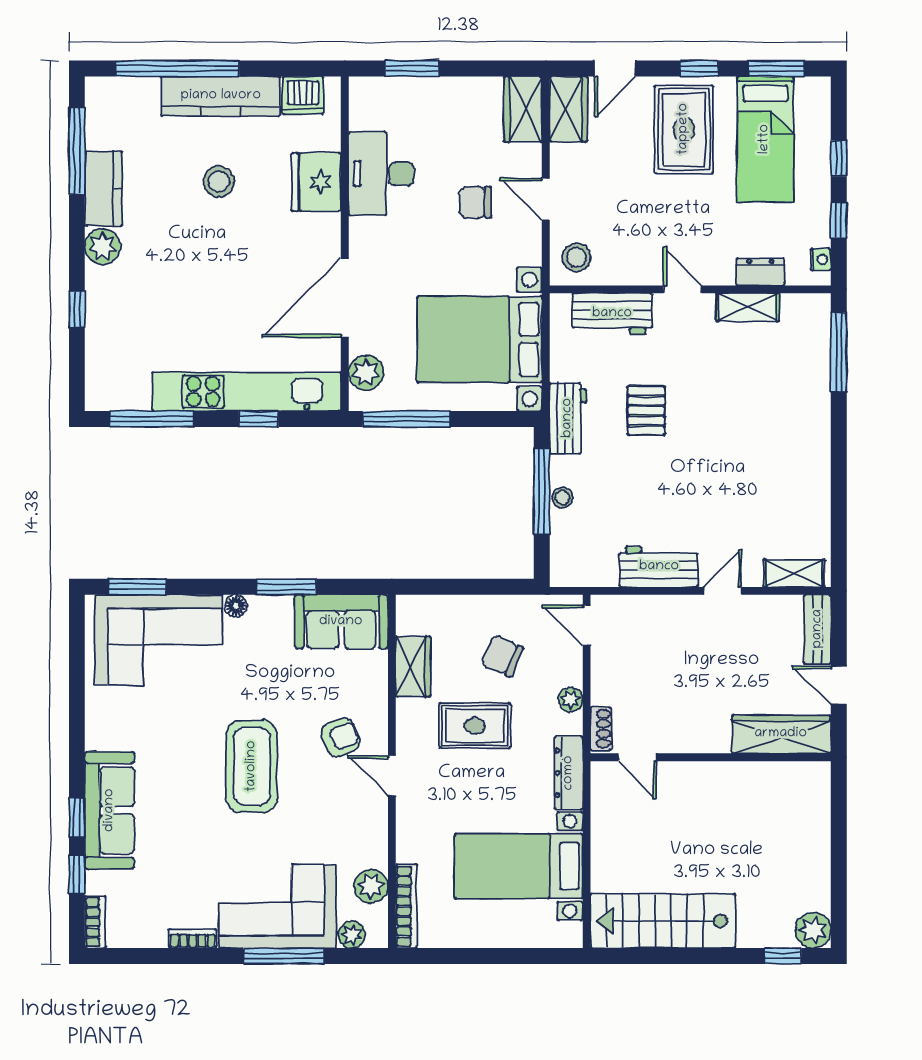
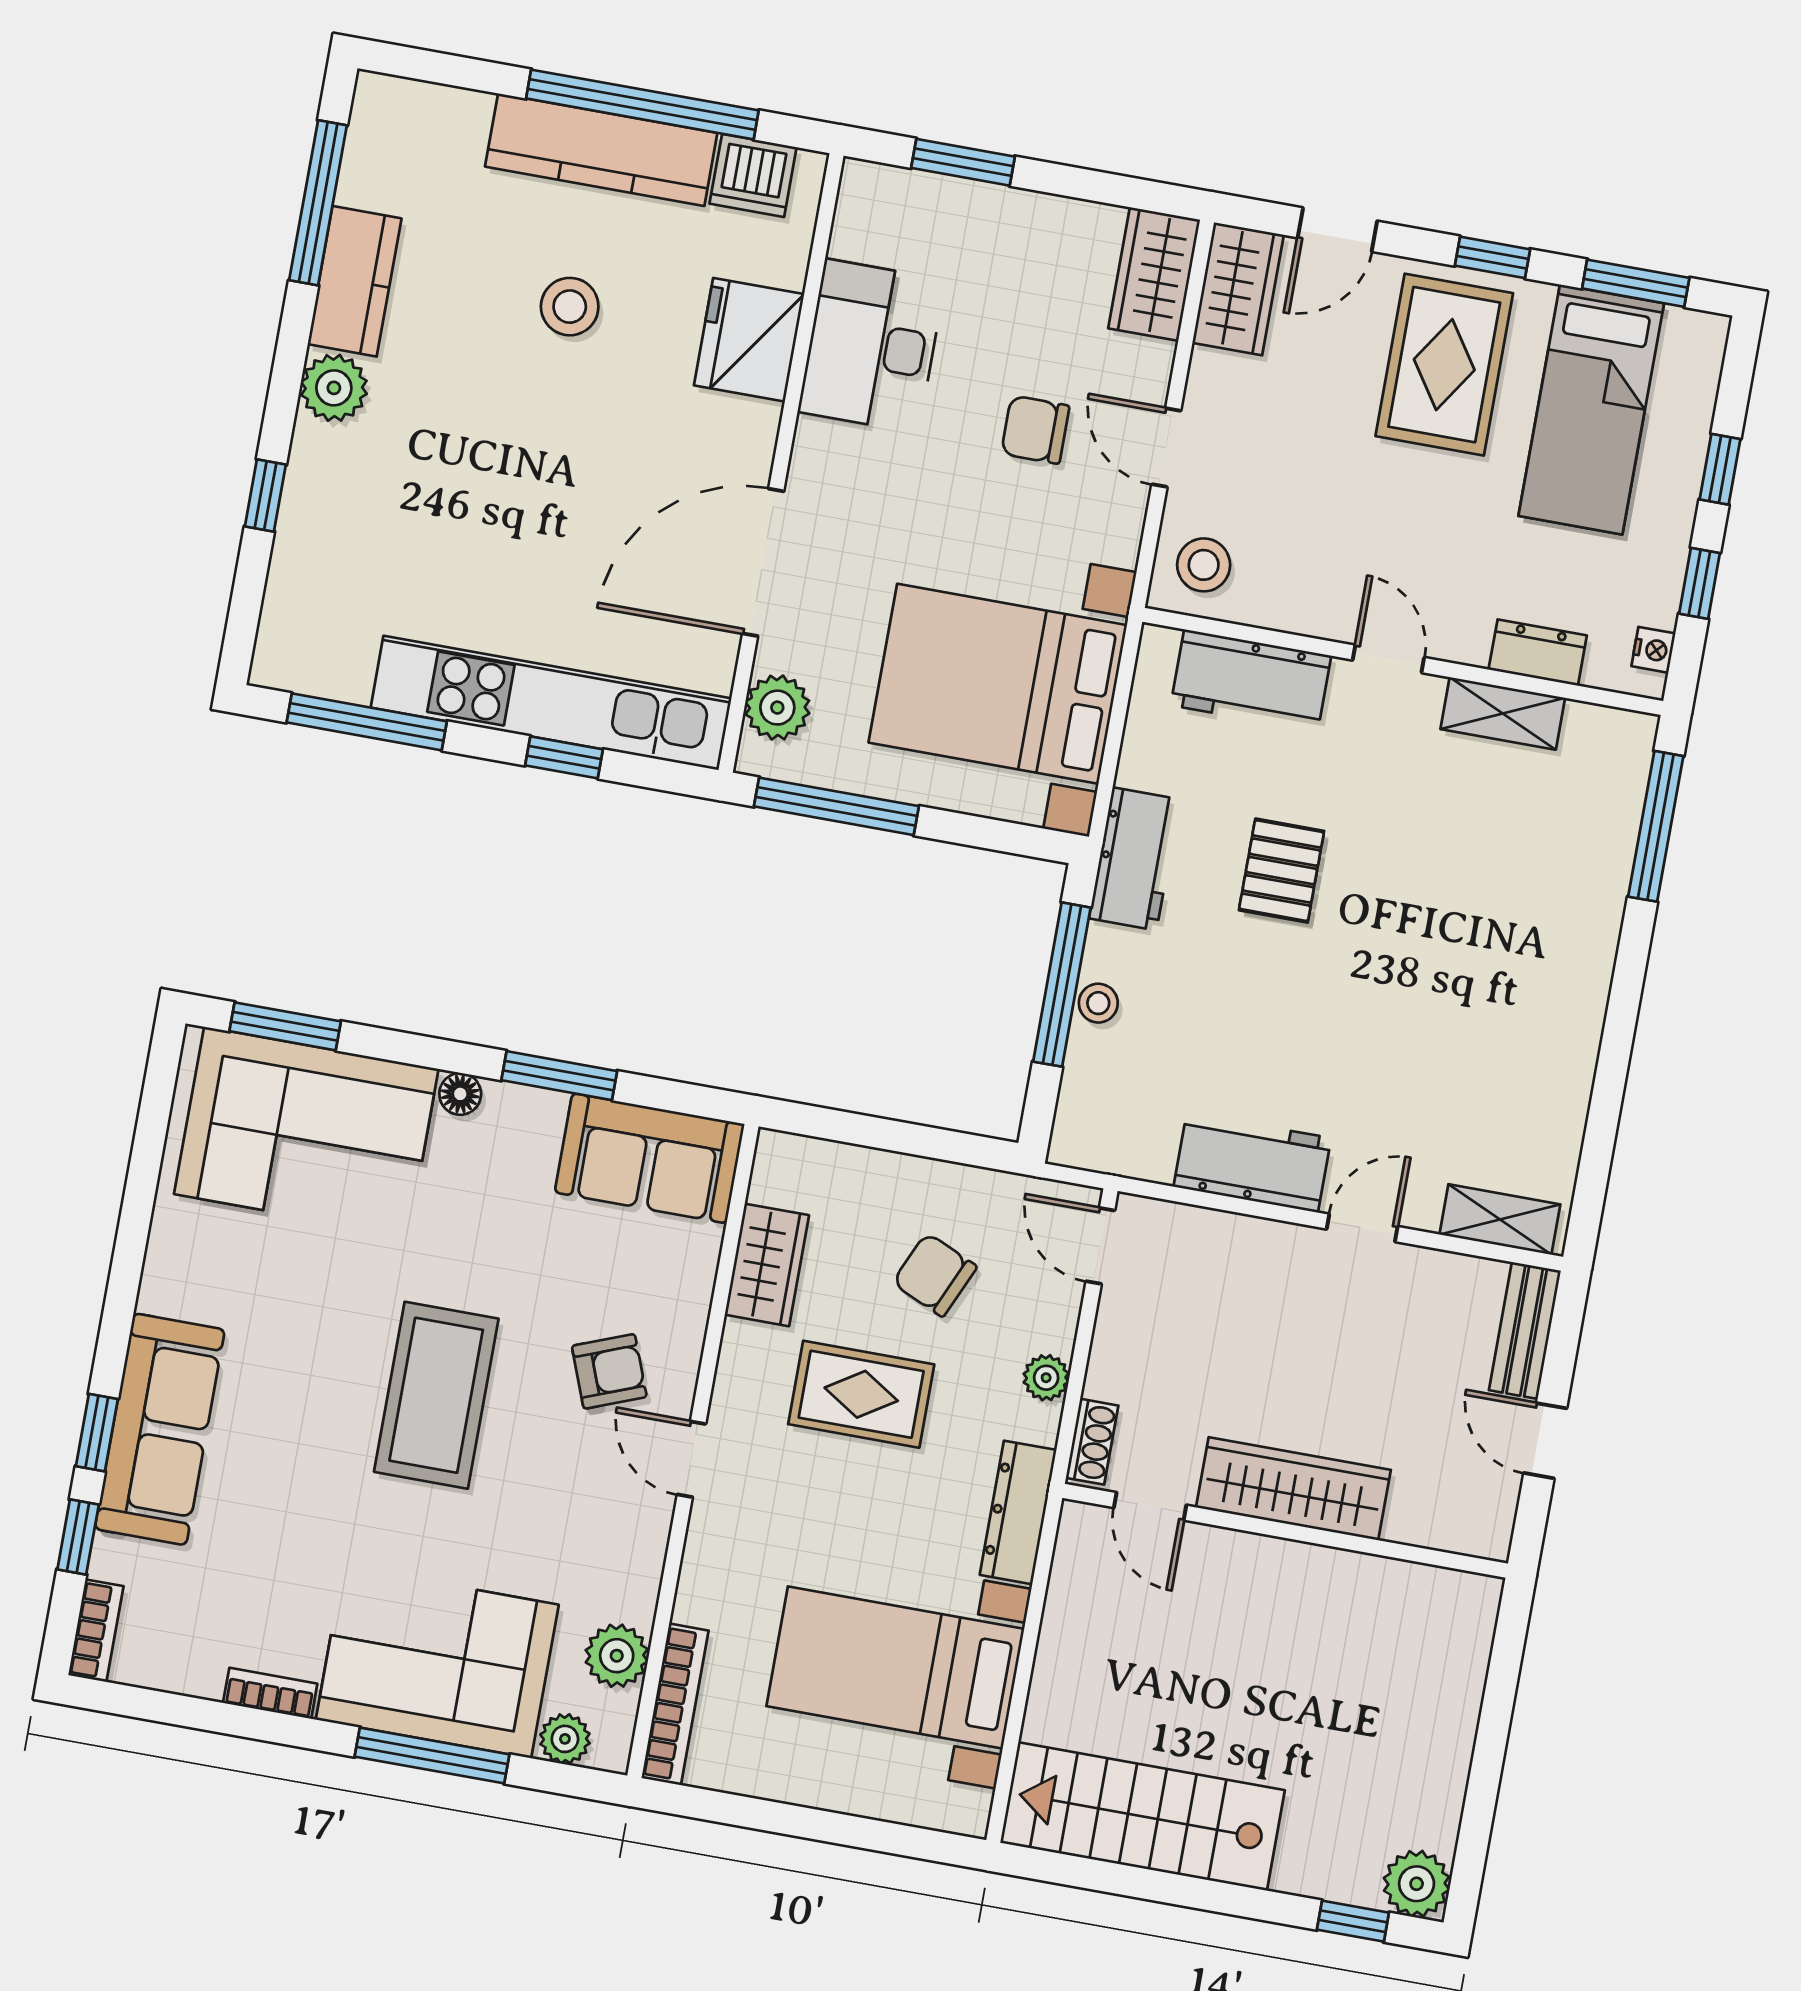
window: (177, 69) -> (642, 104), moved
wardrobe: (781, 734) -> (1293, 1489), moved

